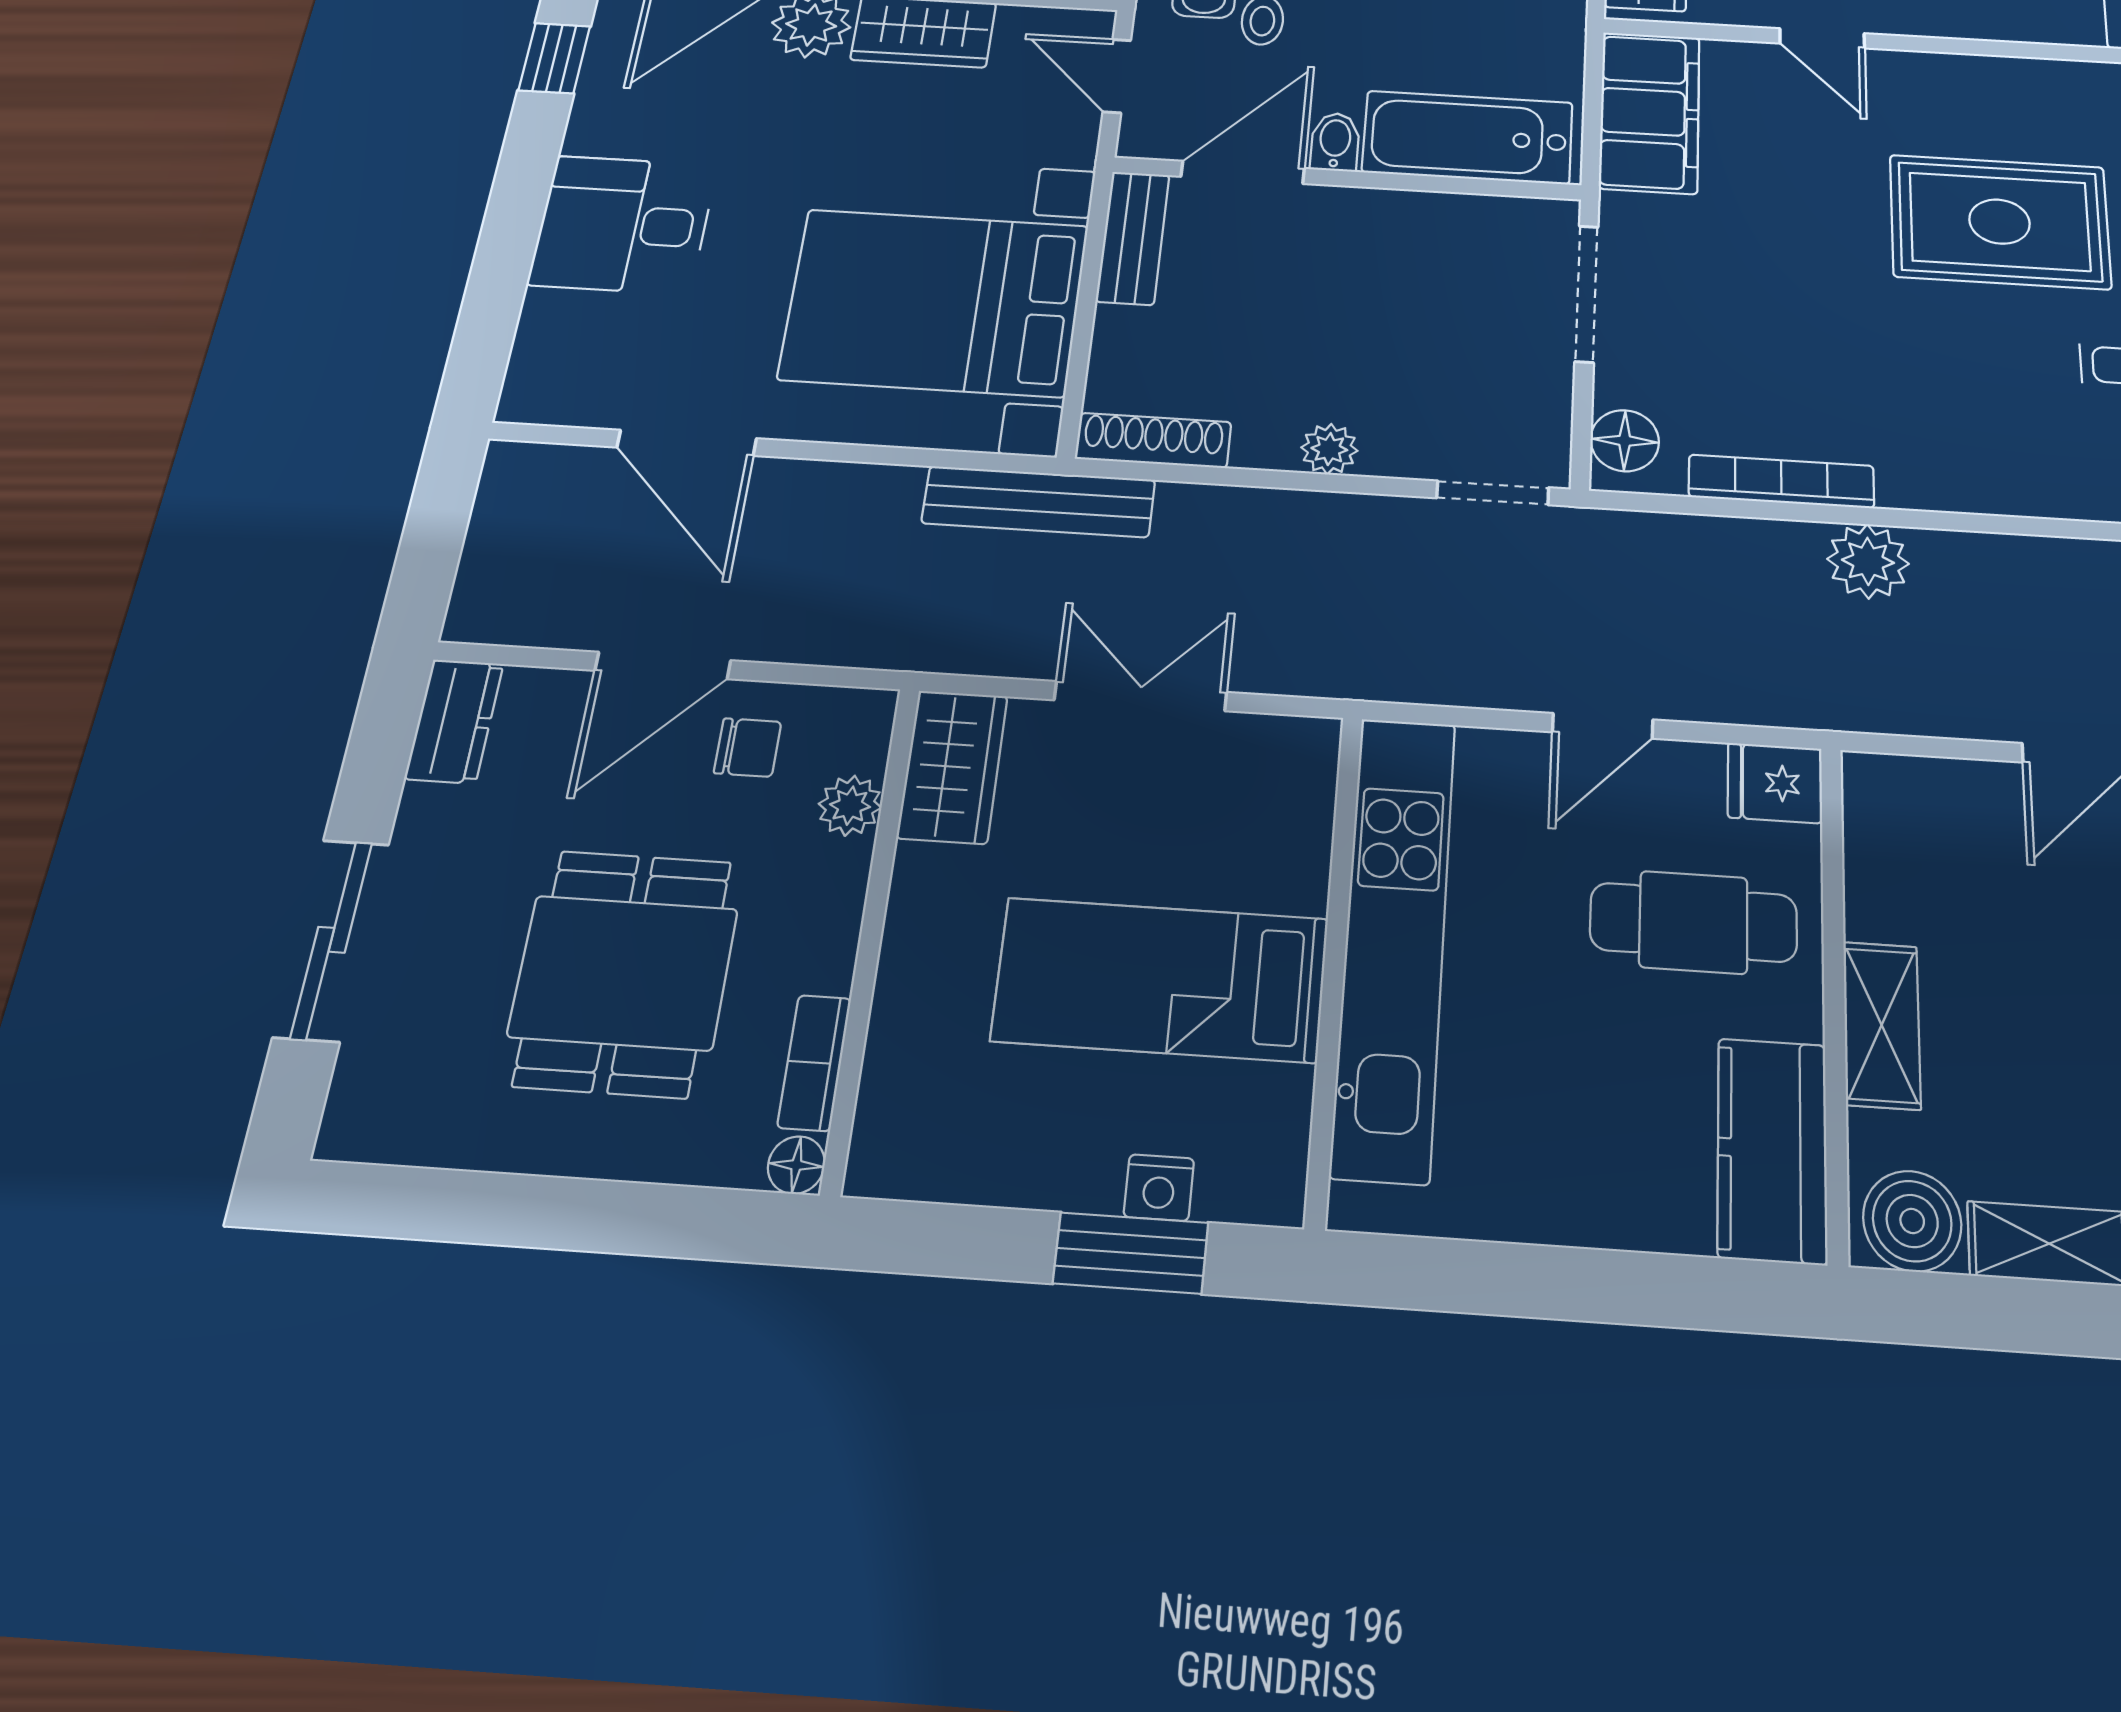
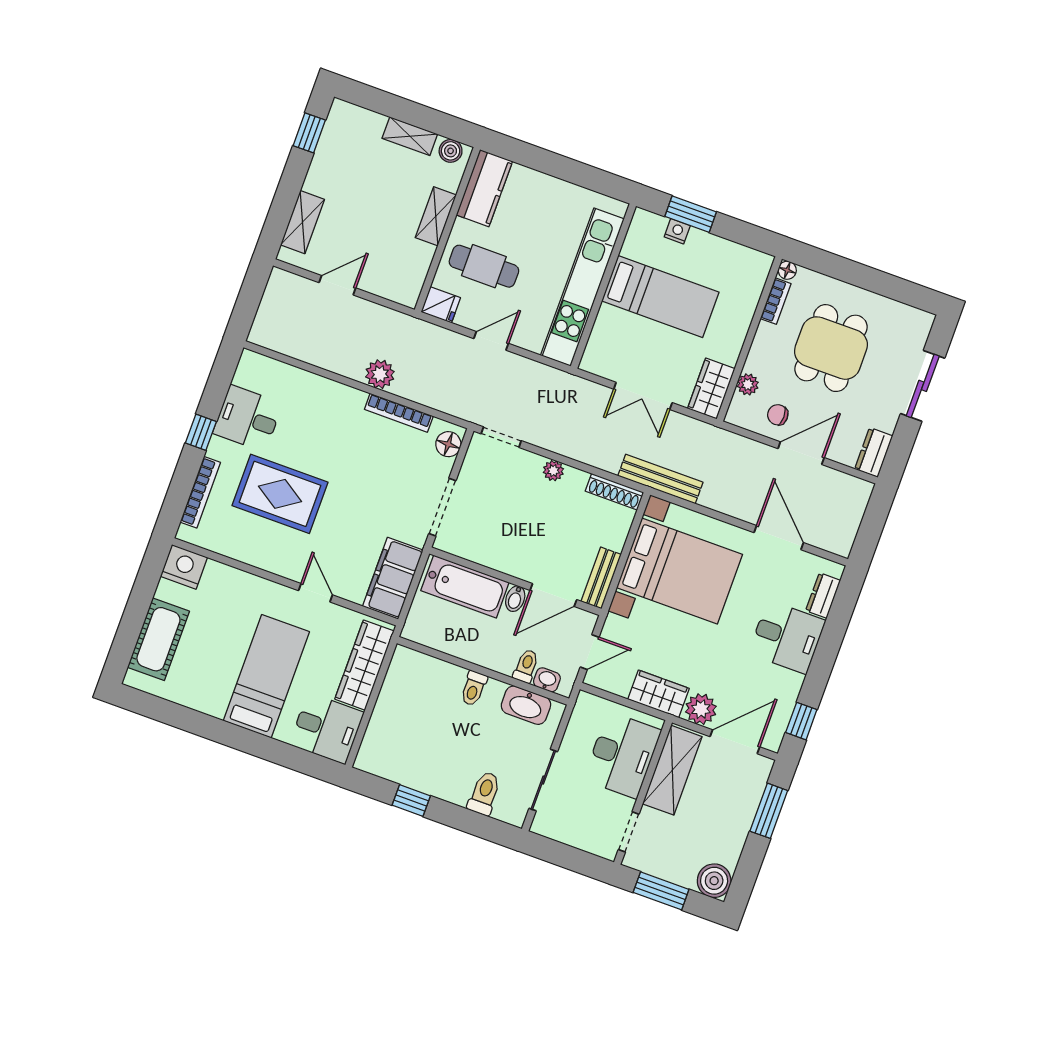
door: (1117, 76) -> (590, 652), hinge flipped
dresser: (543, 339) -> (823, 595), added
boiler: (1912, 1221) -> (451, 151), width x0.73, depth x0.73

